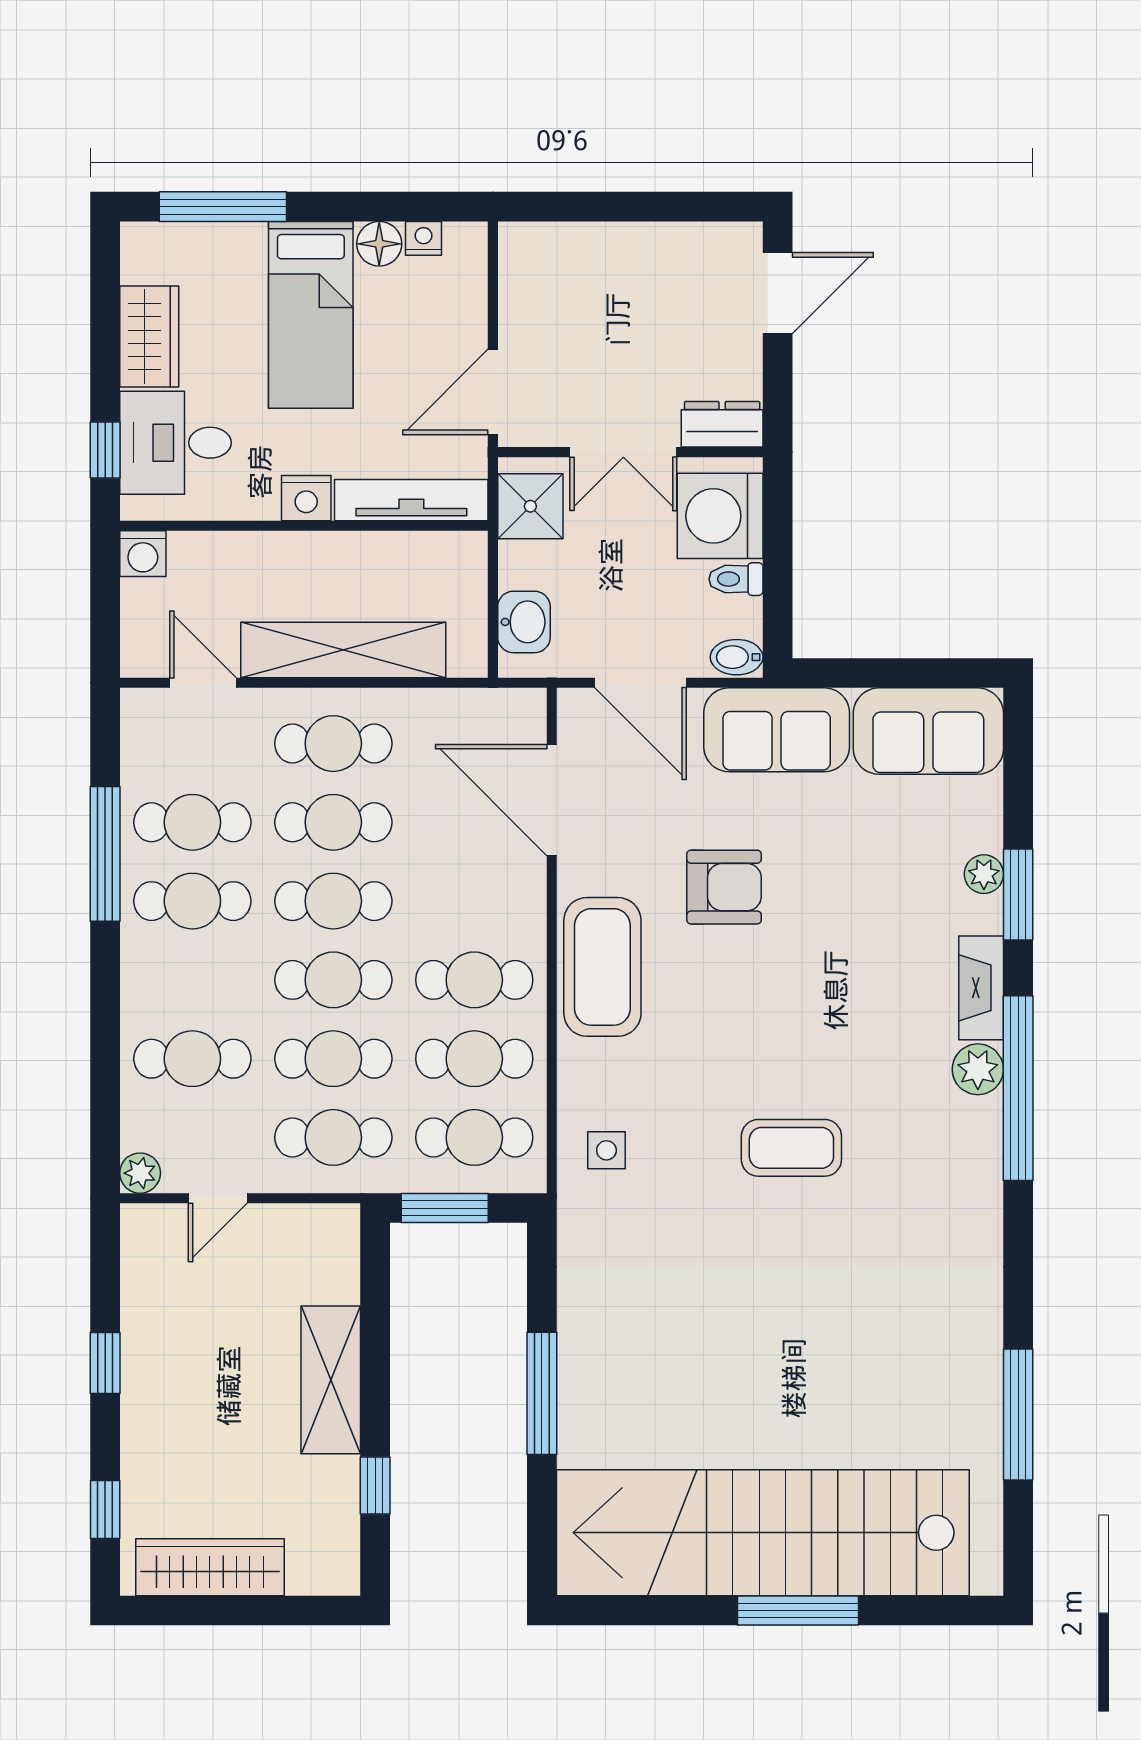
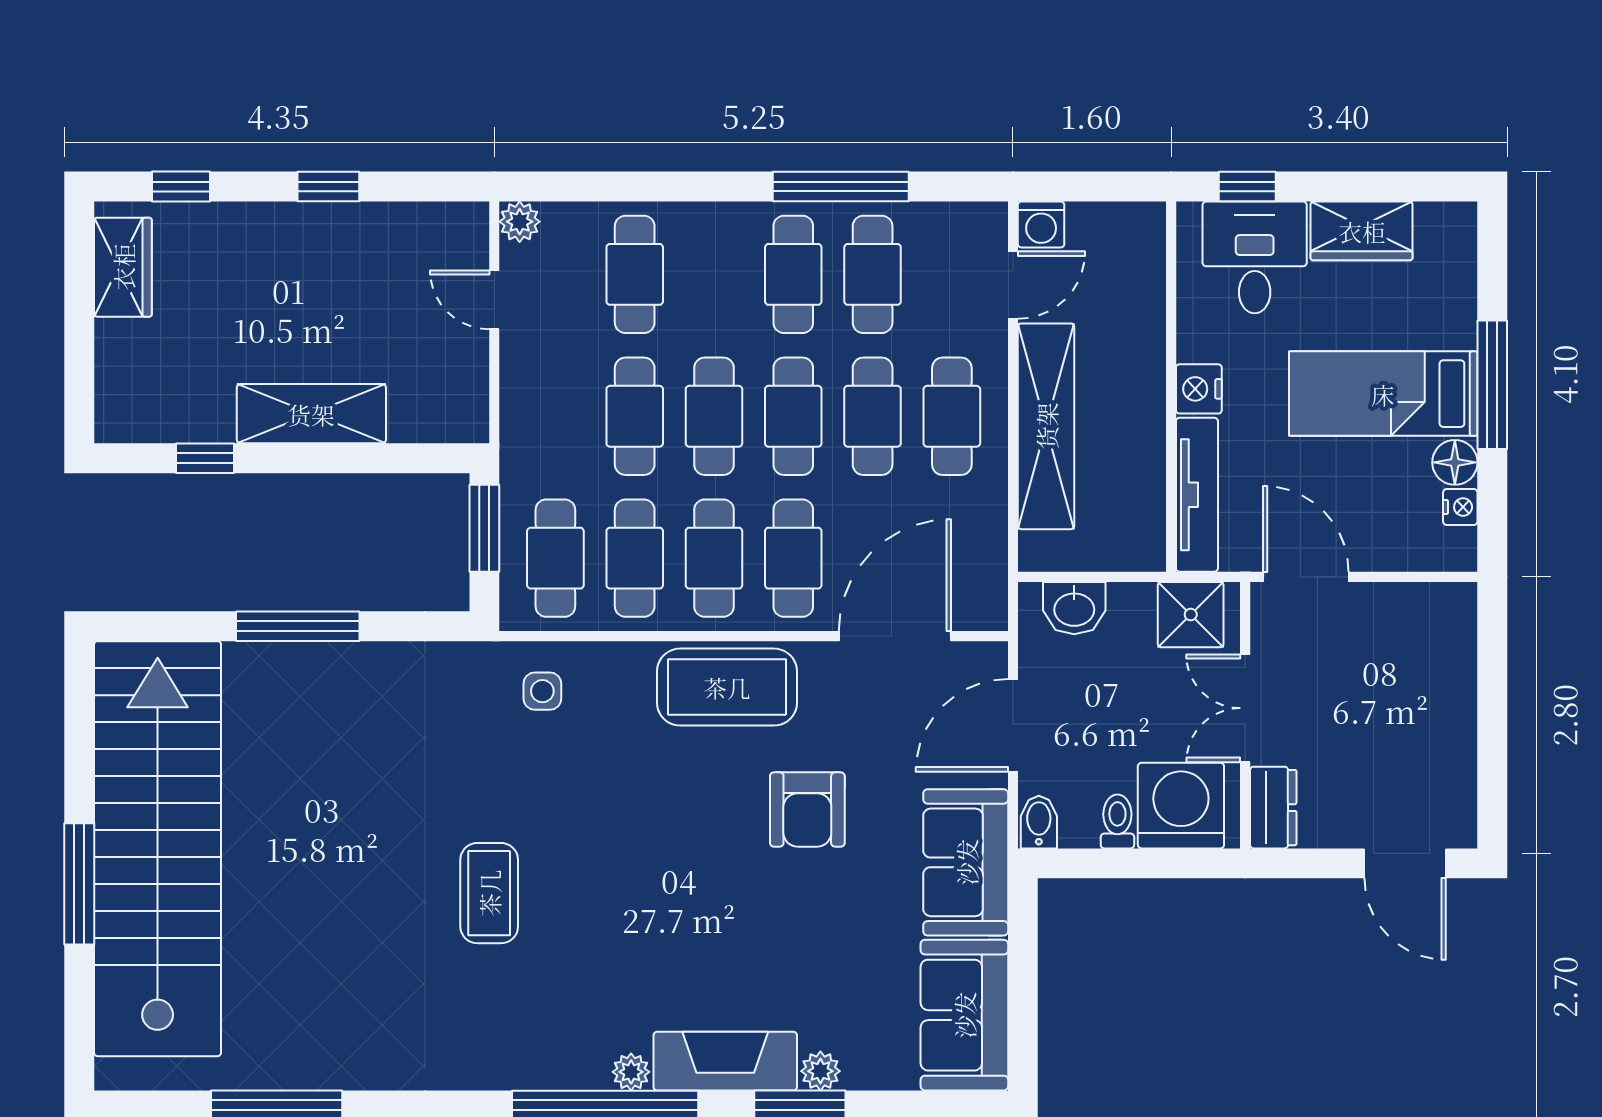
window: (223, 207) -> (1492, 385), moved
washing machine: (143, 554) -> (1041, 224), moved, turned -90
fireplace: (981, 988) -> (725, 1061), width x1.37, depth x1.32
plant: (978, 1069) -> (631, 1072), width x0.73, depth x0.73
cafe table: (333, 1137) -> (793, 558), moved
coffee table: (791, 1148) -> (489, 893), moved
wardrobe: (210, 1567) -> (123, 267), width x0.67

